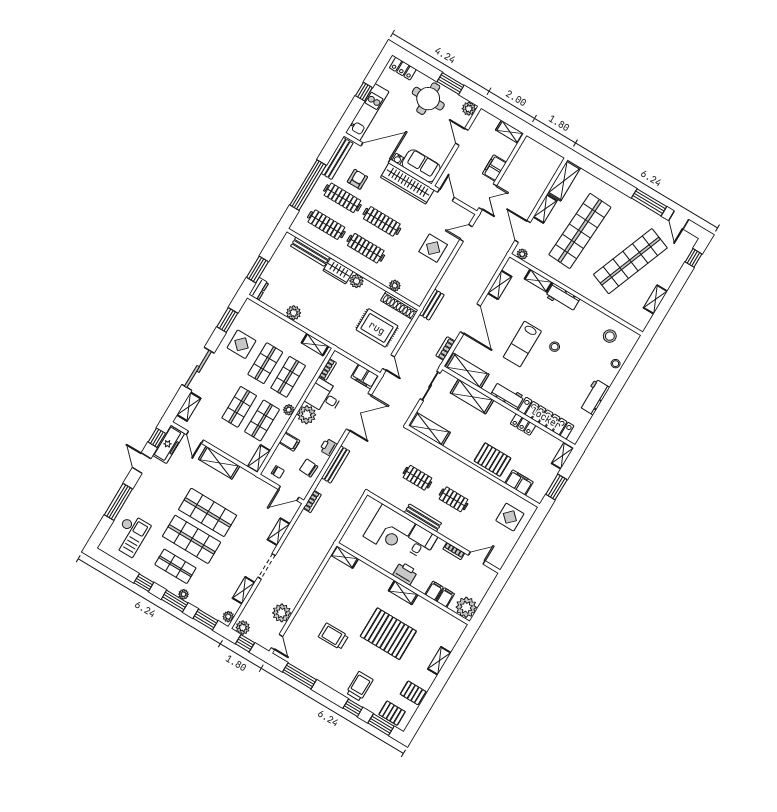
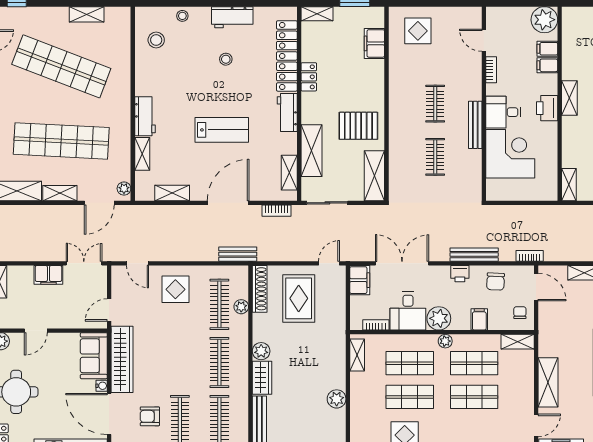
clothes rail: (382, 221) -> (219, 304), moved
stool: (555, 347) -> (226, 59), moved
shelving: (467, 371) -> (289, 173), width x0.67, depth x0.75
pallet: (492, 460) -> (358, 126), moved, turned 90

